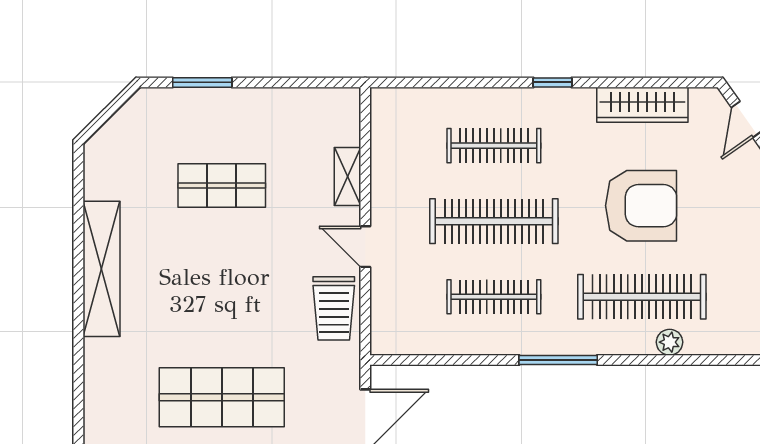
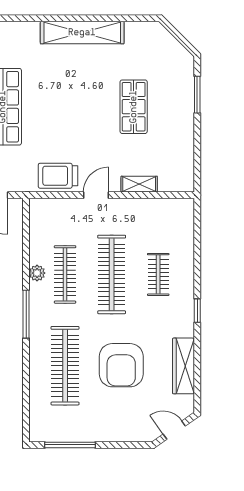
clothes rail: (494, 146) -> (158, 274), width x0.73
plant: (670, 342) -> (37, 273), moved

